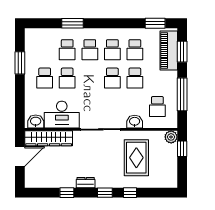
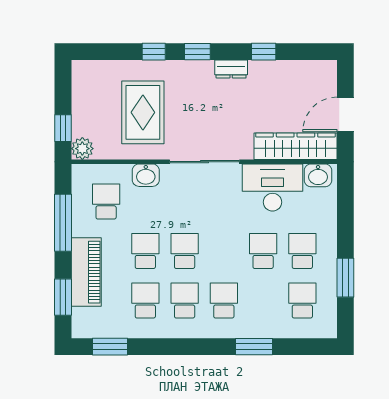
school desk: (67, 50) -> (302, 301), moved
piano: (169, 51) -> (86, 272), moved

